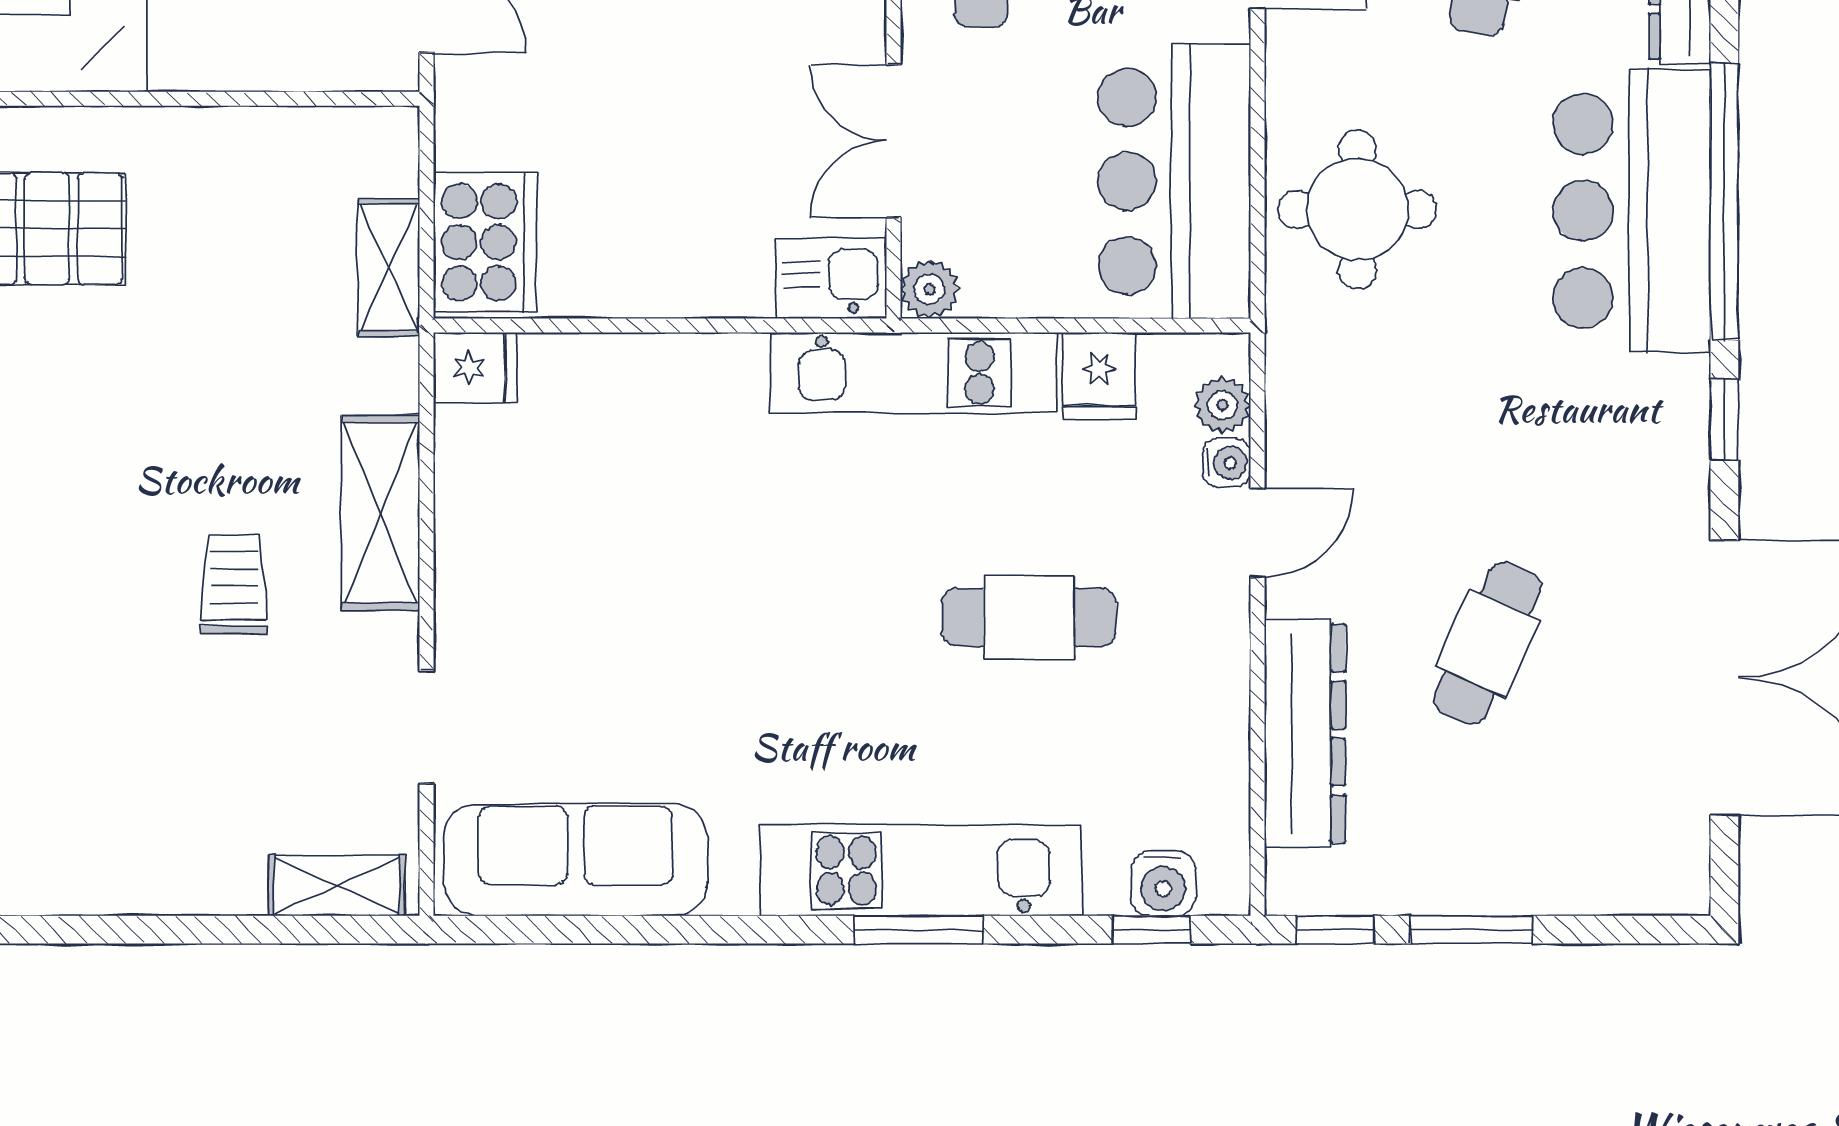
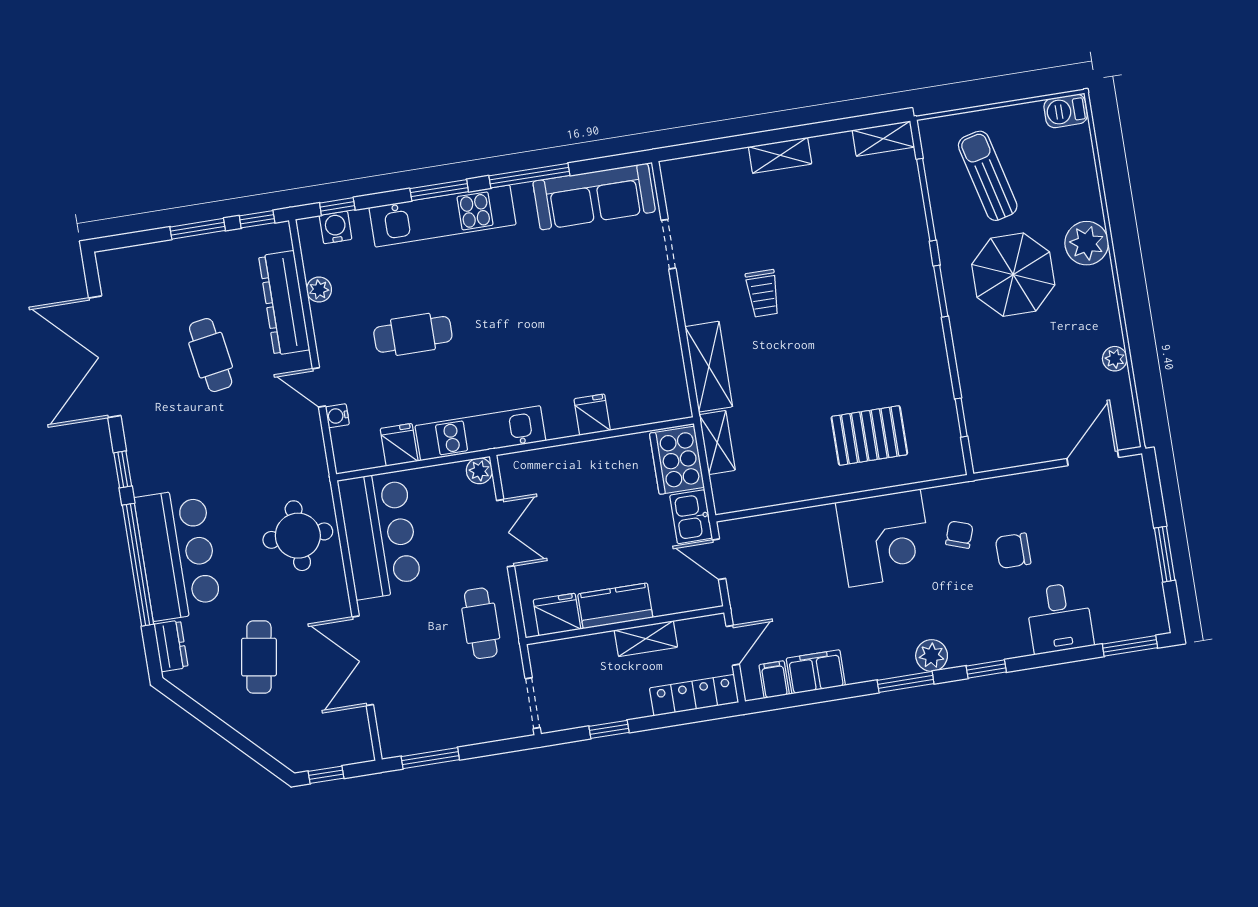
kitchen sink: (831, 278) -> (691, 517), moved, turned 90
fridge: (475, 367) -> (592, 415), moved, turned 90
plant: (1222, 405) -> (319, 290), moved
shelving: (380, 513) -> (709, 367), moved
door: (1257, 533) -> (319, 387), hinge flipped
cafe table: (1487, 643) -> (211, 355), turned -33
shelving: (337, 885) -> (780, 155), moved
window: (712, 930) -> (529, 176), added

